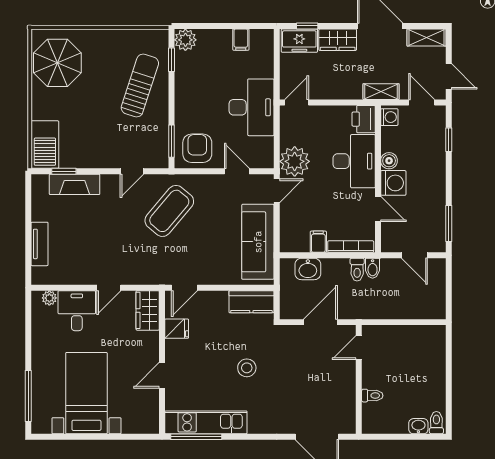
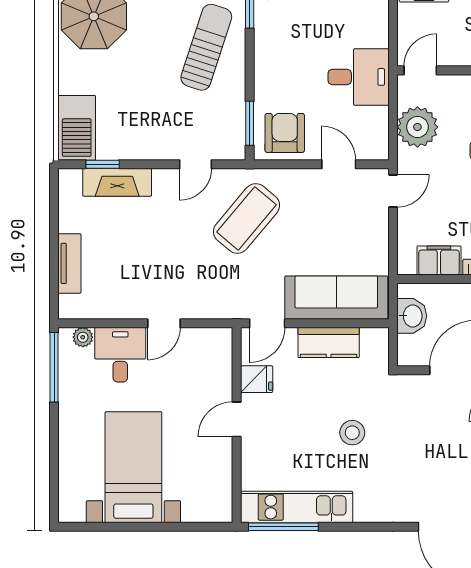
desk: (251, 107) -> (359, 77), width x0.73
plant: (295, 161) -> (417, 127), moved
sofa: (258, 242) -> (336, 298), moved, turned 90
filing cabinet: (318, 242) -> (439, 260), width x2.00
washbasin: (308, 269) -> (412, 316), moved, turned -90
kitchen counter: (251, 302) -> (329, 342), moved
wardrobe: (148, 310) -> (217, 354), removed
door: (162, 375) -> (237, 419), moved
window: (28, 396) -> (54, 367), moved

